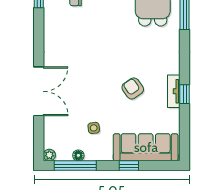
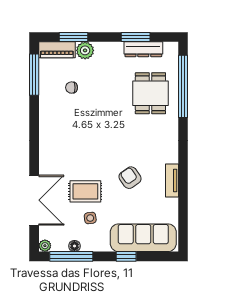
double door: (39, 91) -> (34, 200), moved
window: (185, 94) -> (183, 184), removed
rug: (89, 102) -> (85, 191), added

